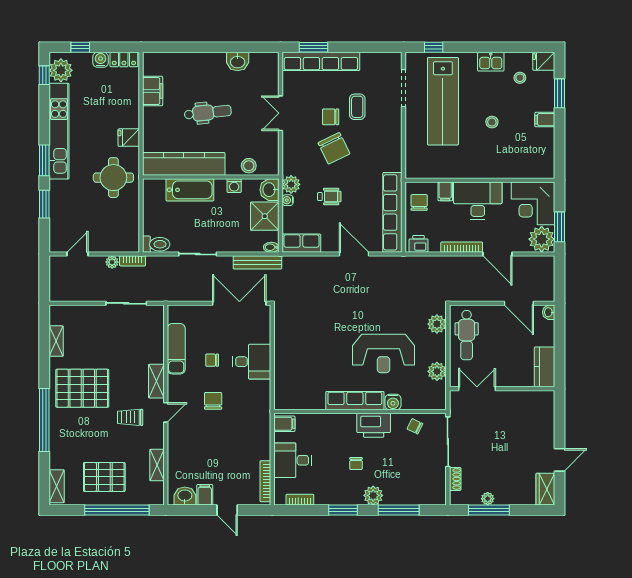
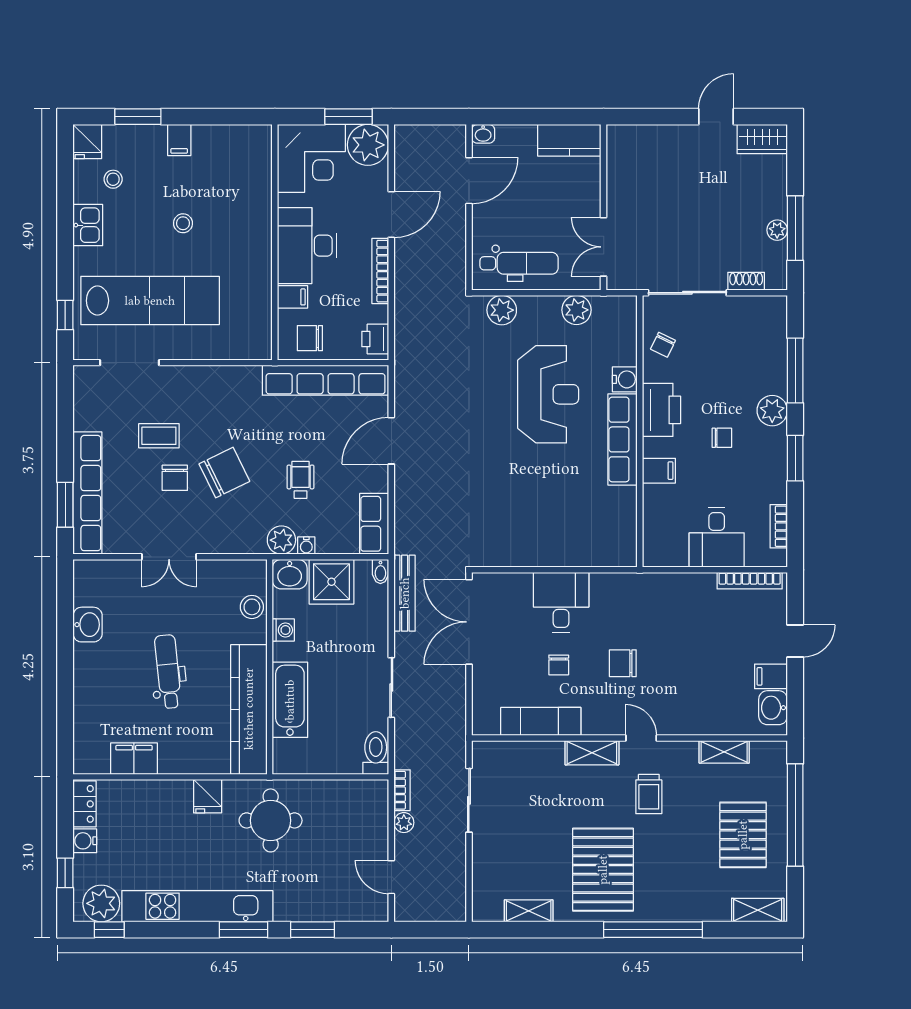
filing cabinet: (284, 424) -> (659, 471), moved, turned 90
door: (559, 460) -> (716, 117), hinge flipped

